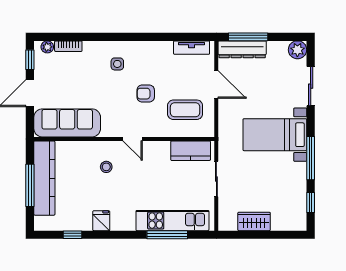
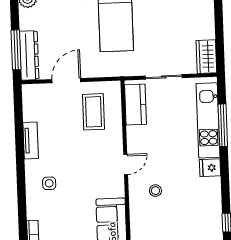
tv unit: (192, 48) -> (31, 140), moved
armchair: (146, 94) -> (79, 153), removed
fridge: (101, 221) -> (210, 168), moved
wardrobe: (254, 221) -> (206, 57), moved

